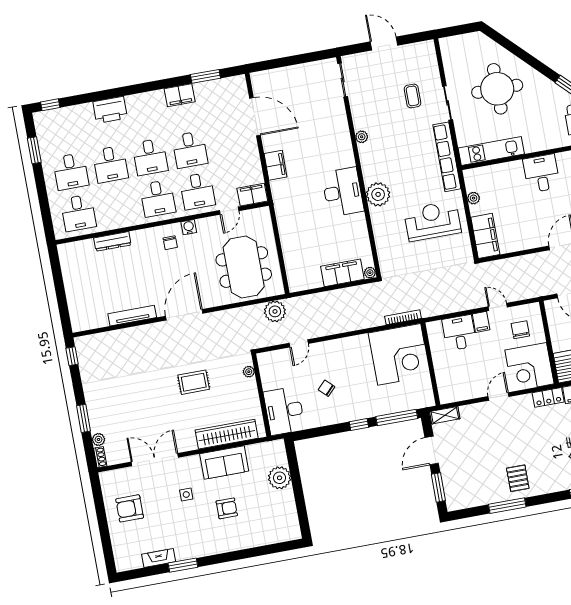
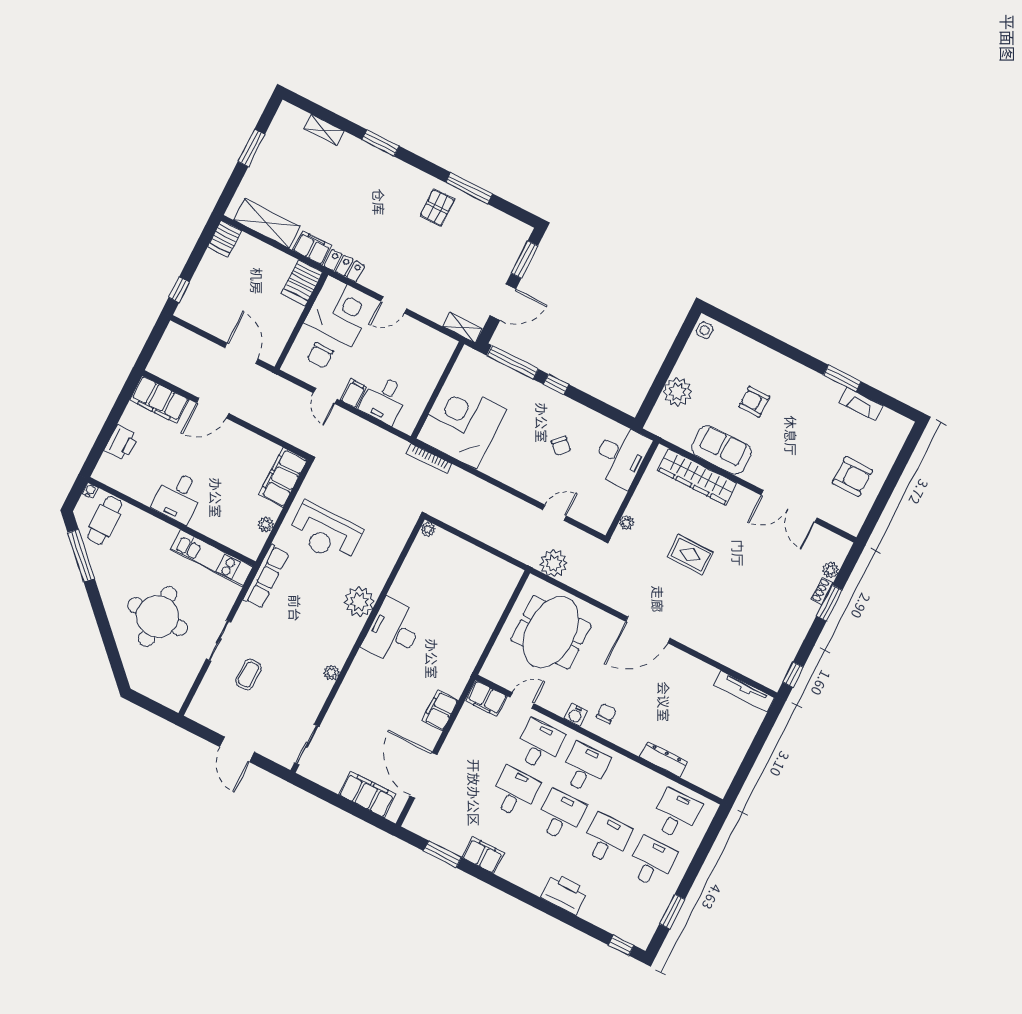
row of seats: (447, 157) -> (266, 576), width x0.73
filing cabinet: (342, 273) -> (367, 794), moved, turned 180
tv unit: (132, 316) -> (744, 691), moved
shoe rack: (100, 457) -> (822, 591), moved
side table: (186, 494) -> (705, 330), moved

